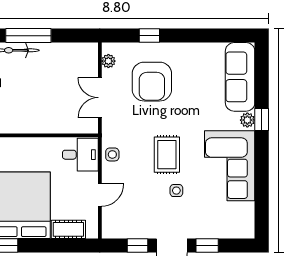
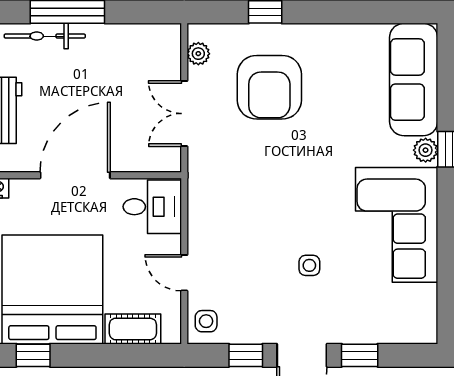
door: (33, 135) -> (75, 175), added
side table: (112, 154) -> (206, 321), moved
rug: (167, 155) -> (294, 207), removed
door: (100, 195) -> (184, 273), swing flipped

